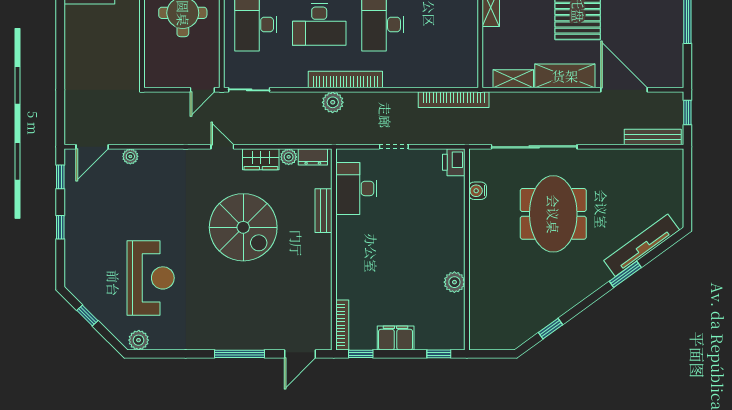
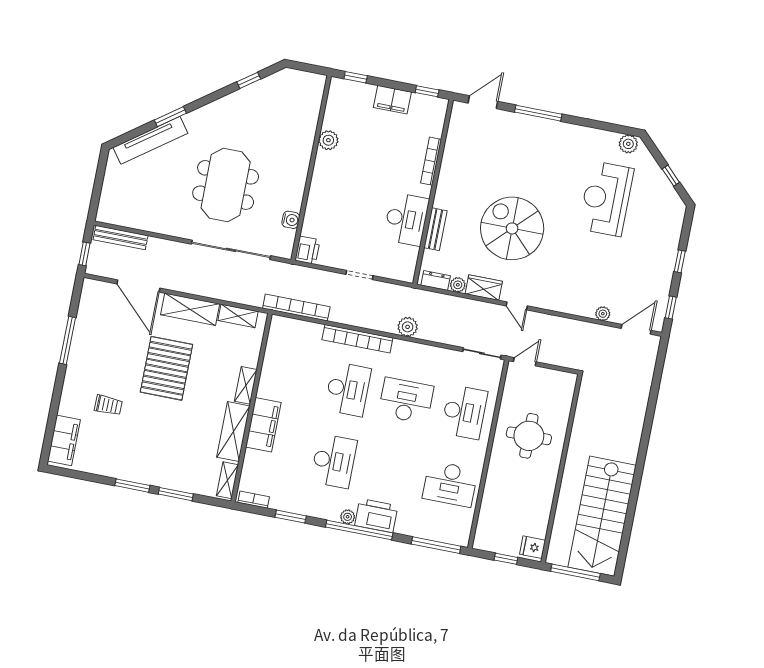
bookcase: (345, 79) -> (357, 339), moved
desk: (356, 188) -> (406, 219), moved
bookcase: (342, 325) -> (431, 161), moved

